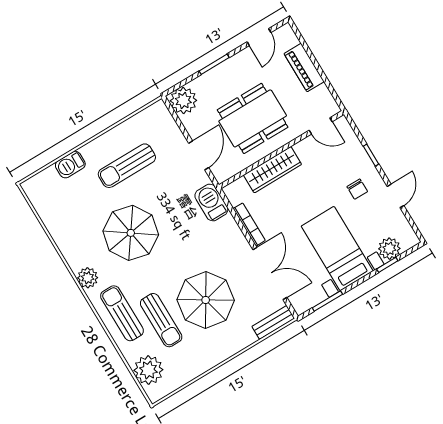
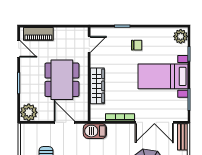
piano: (304, 68) -> (38, 34), moved
door: (396, 196) -> (153, 26), removed
plant: (389, 249) -> (181, 36), moved
double door: (270, 274) -> (154, 122), swing flipped

